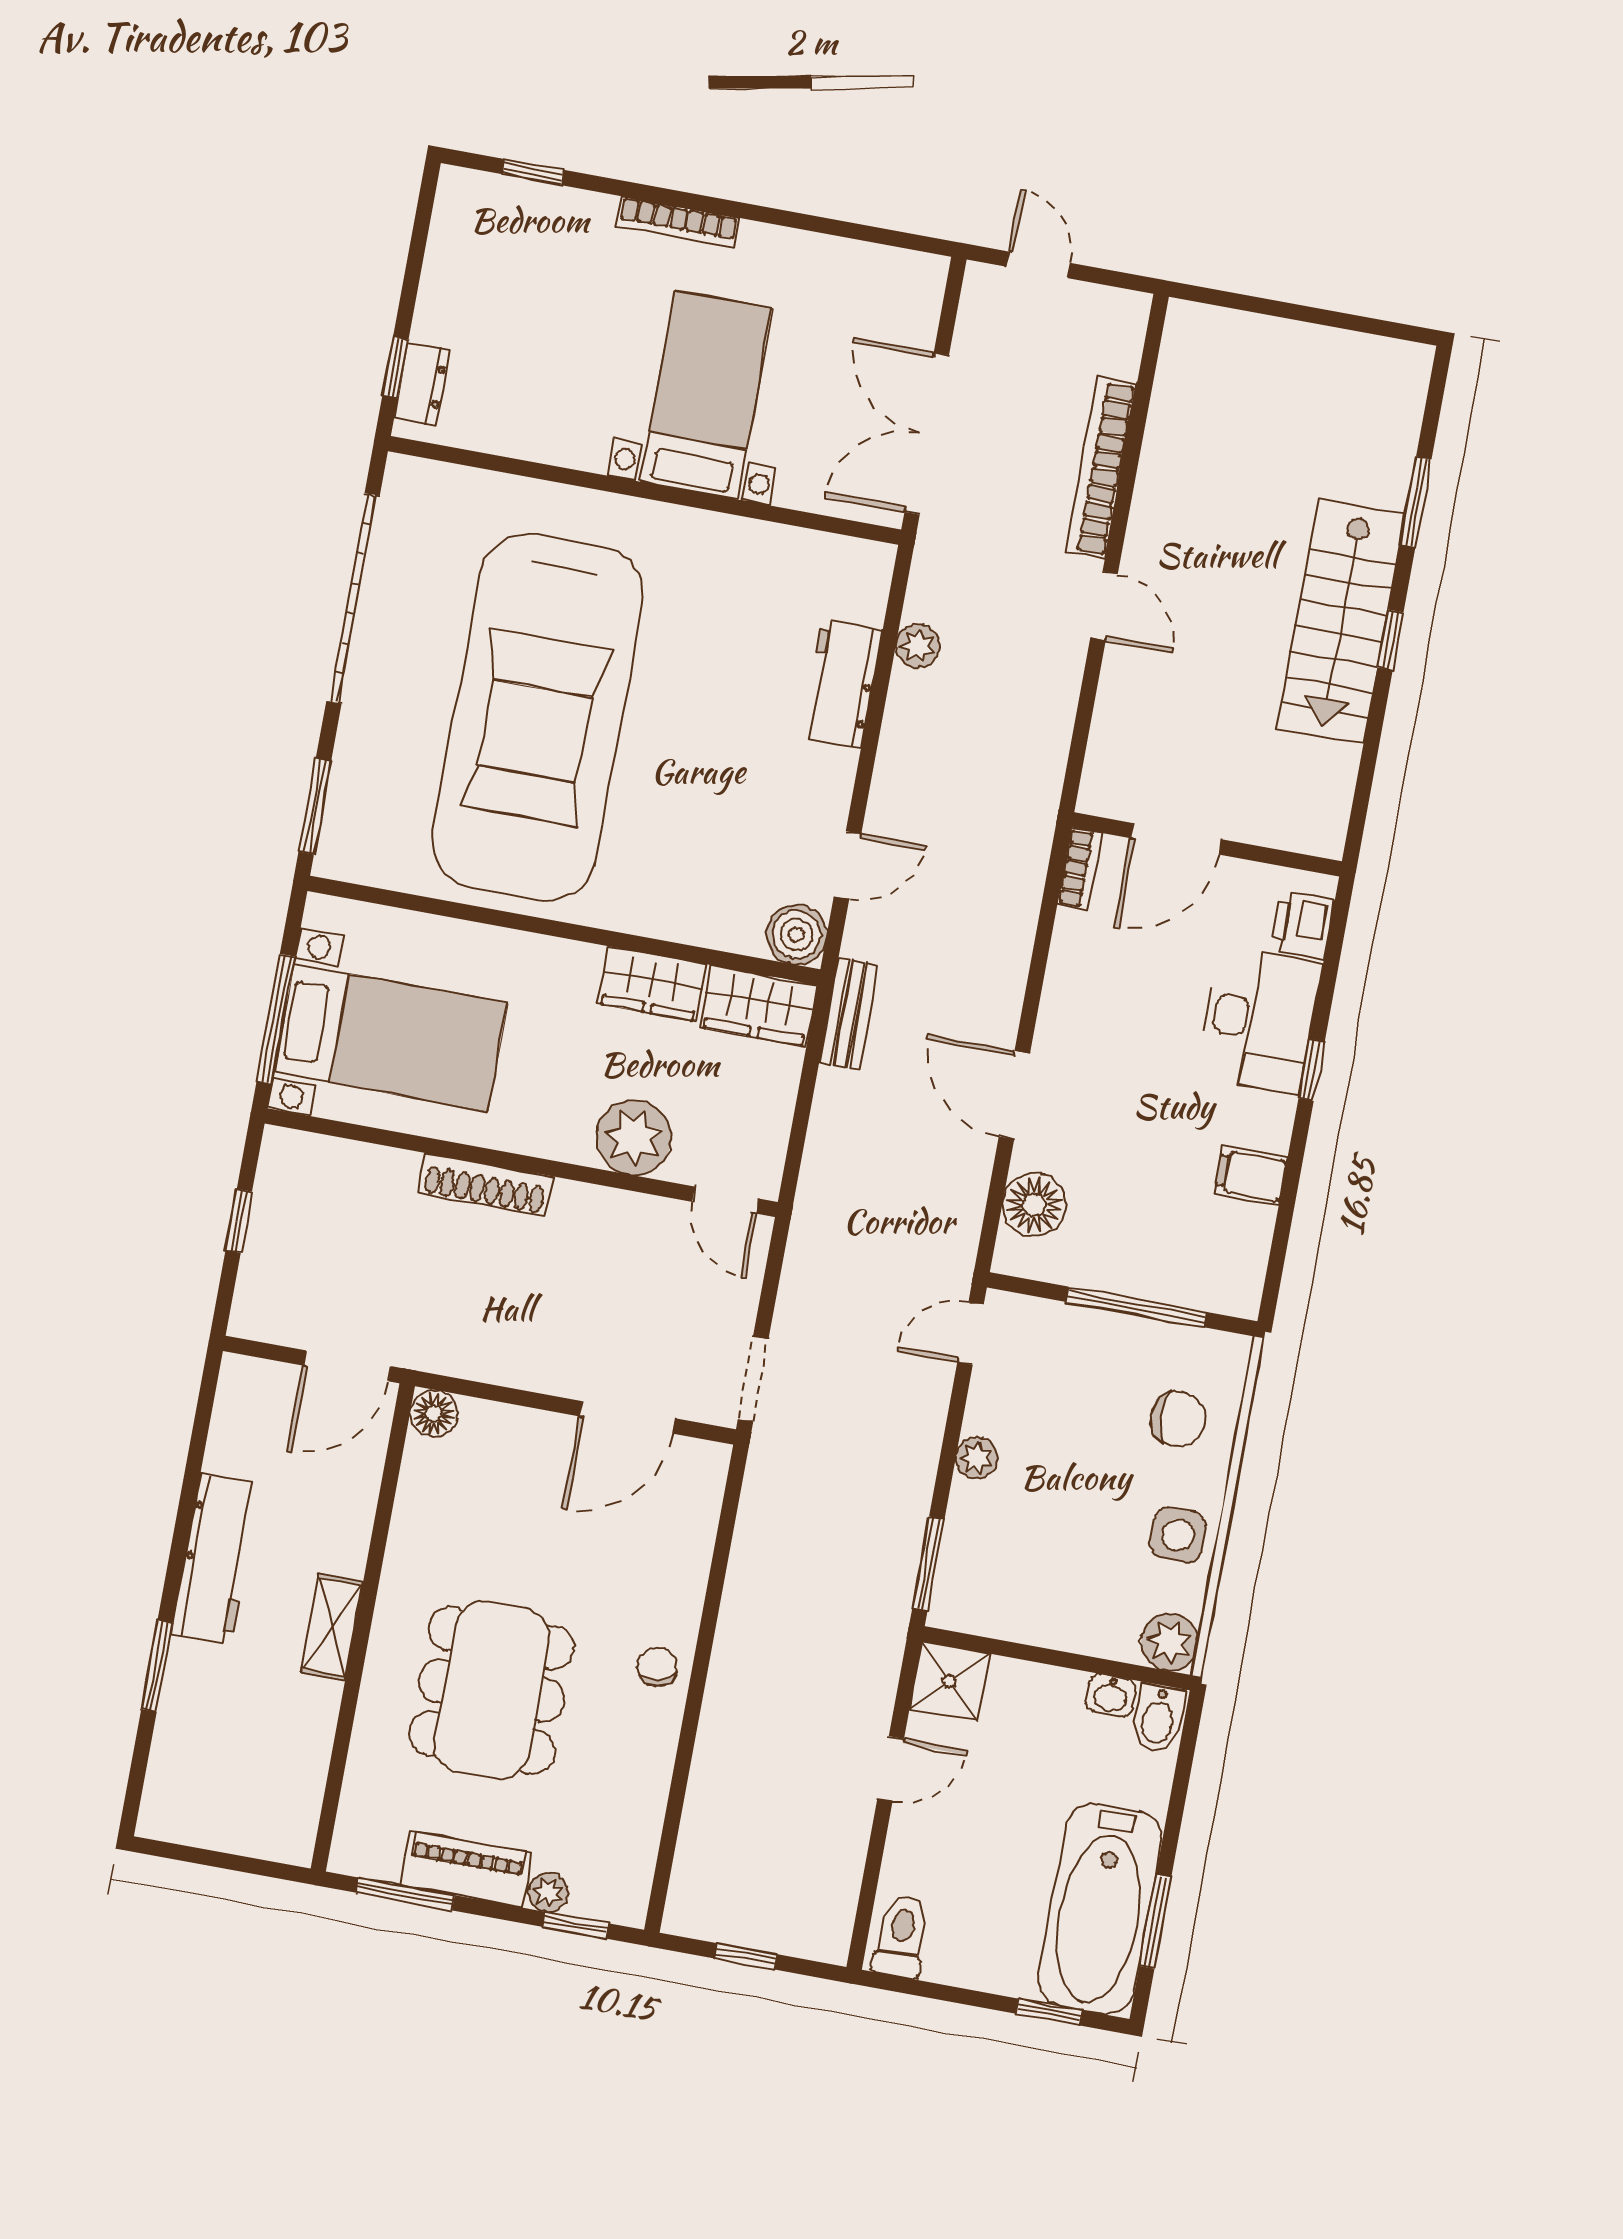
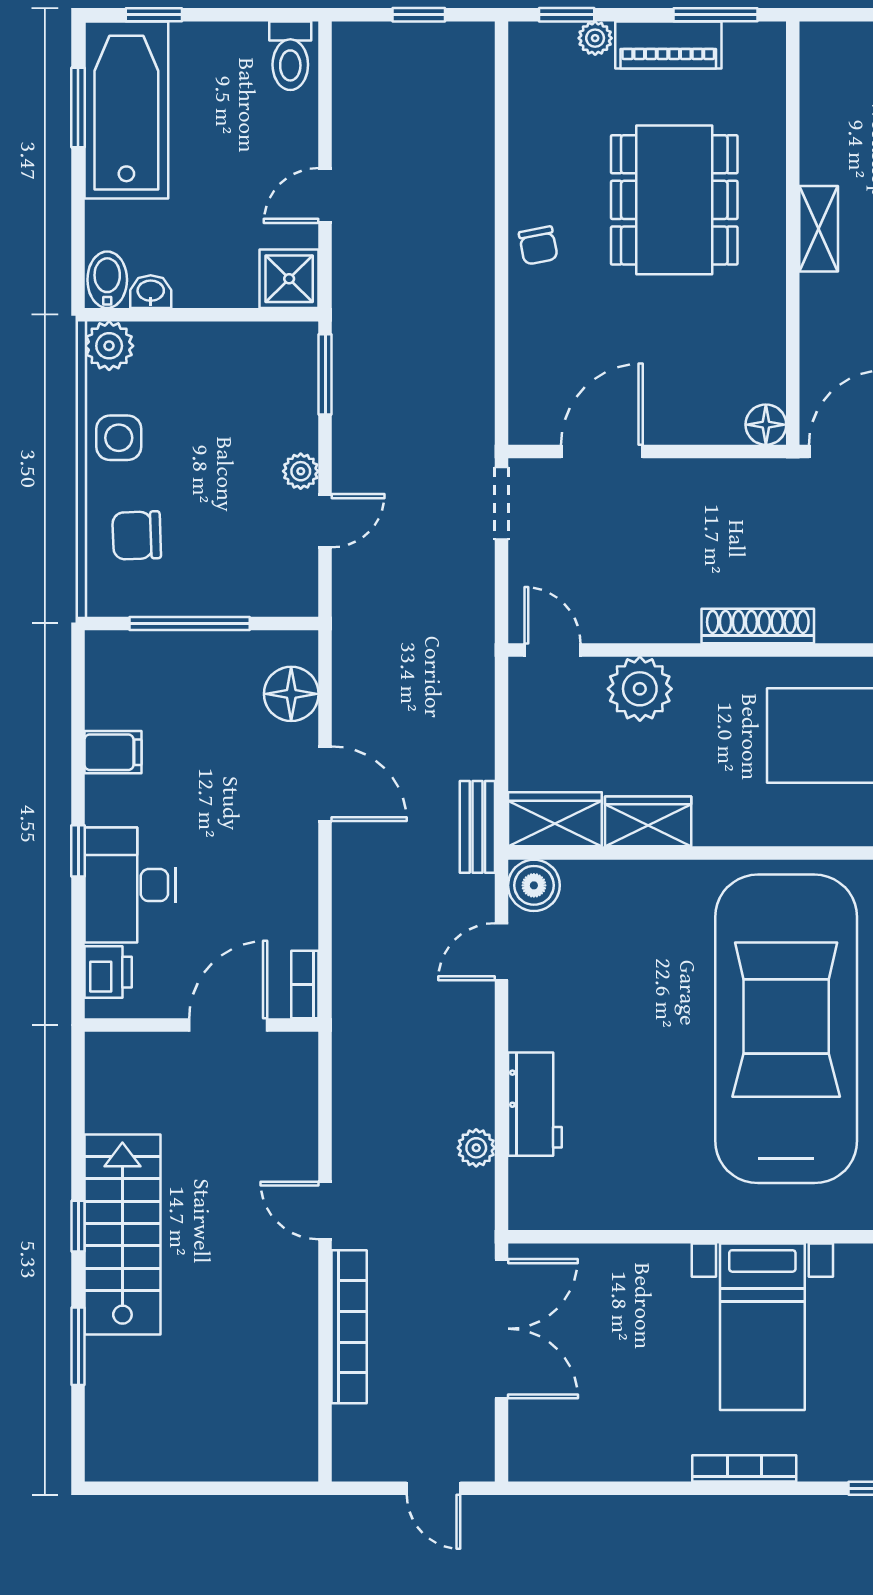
bed with nightstands: (706, 395) -> (762, 1327), moved
door: (971, 1333) -> (325, 521), moved

